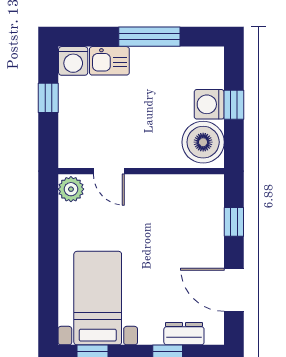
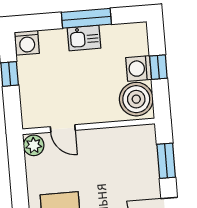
kitchen sink: (109, 61) -> (84, 38), moved
window: (234, 222) -> (166, 161), width x1.50

